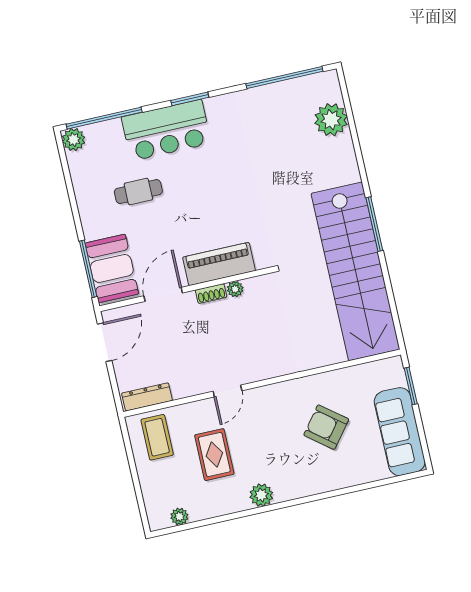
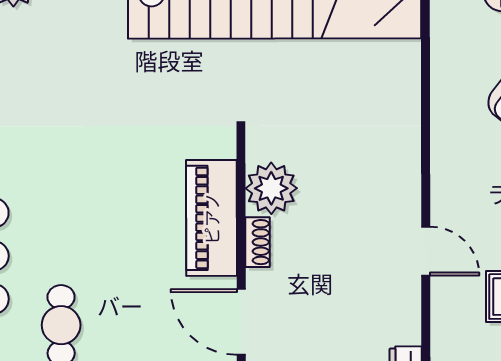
plant: (235, 289) -> (271, 188), width x1.87, depth x1.87

